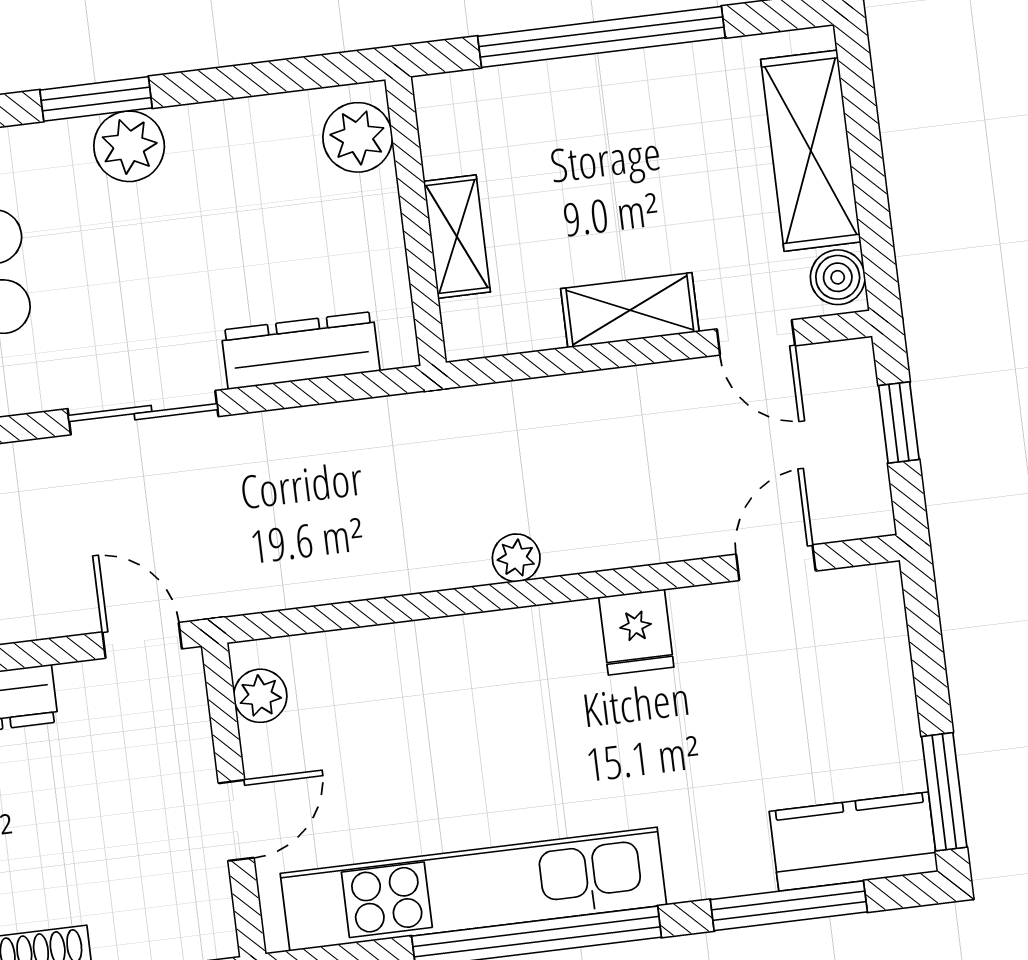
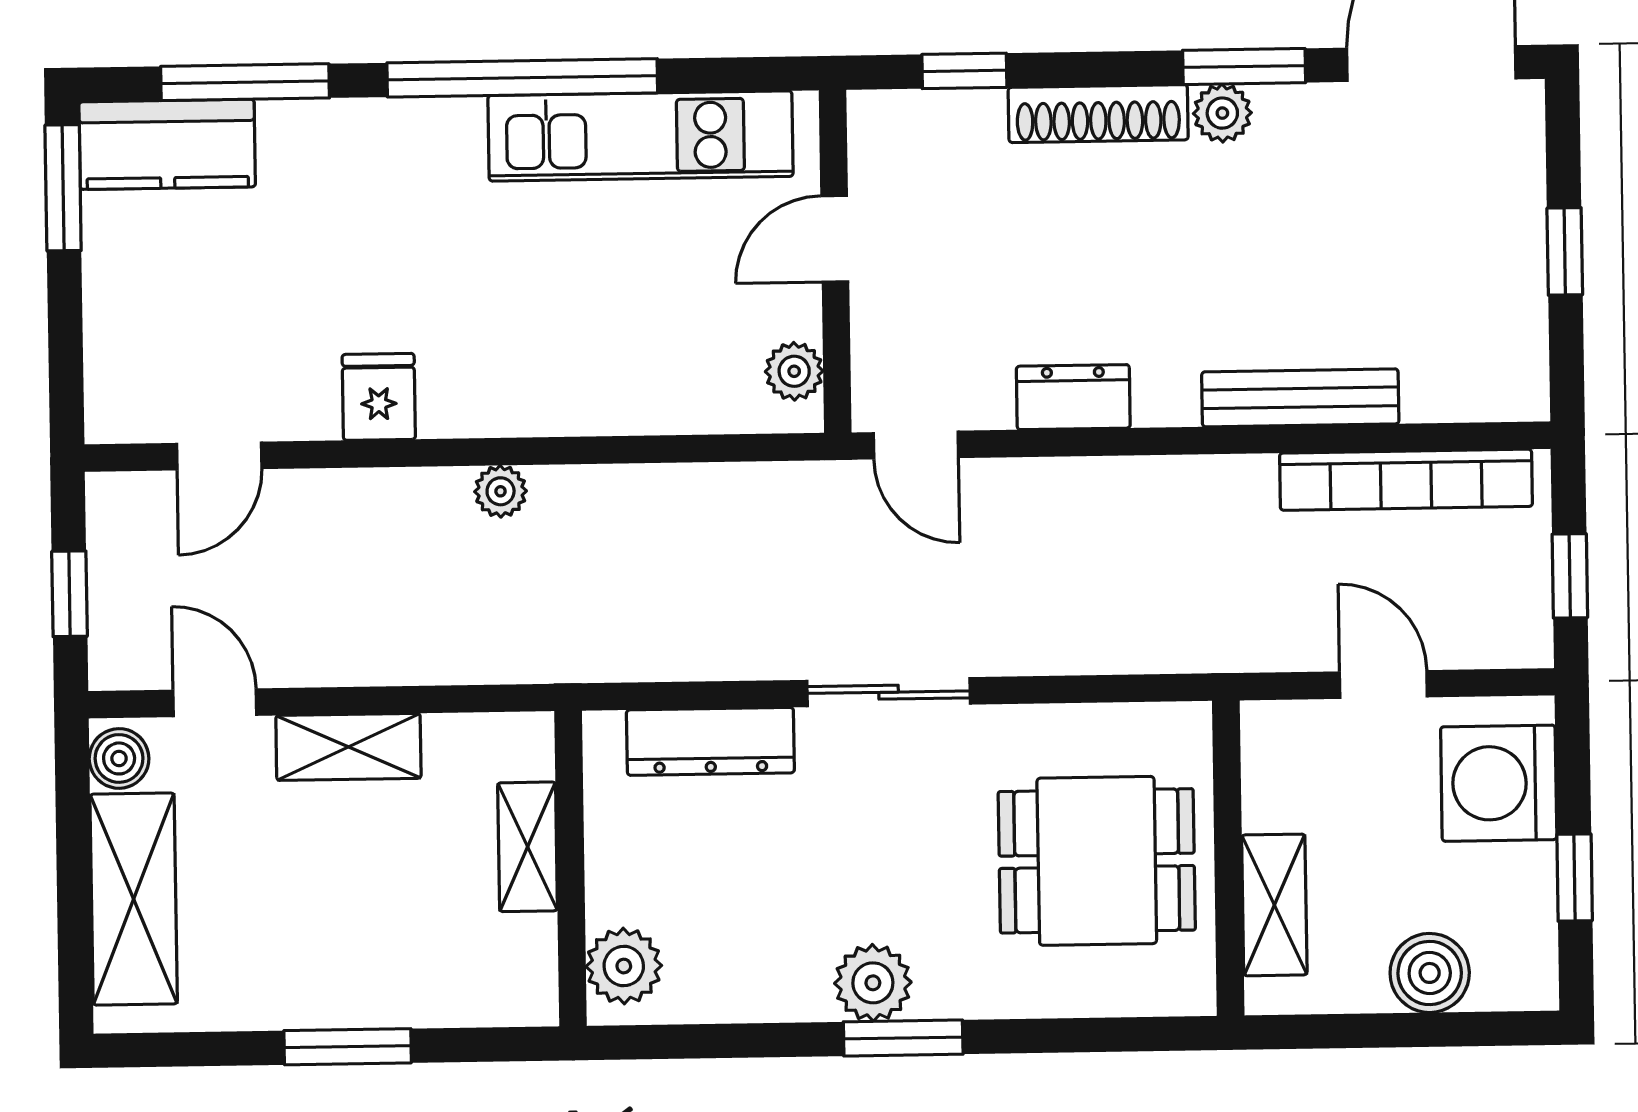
window: (601, 37) -> (348, 1047), width x0.47
kitchen unit: (473, 889) -> (640, 136), width x0.73

